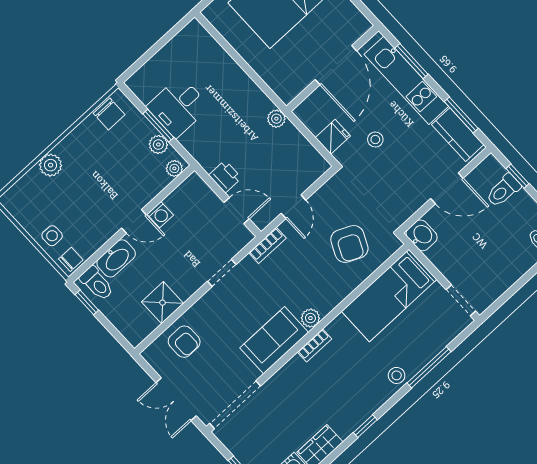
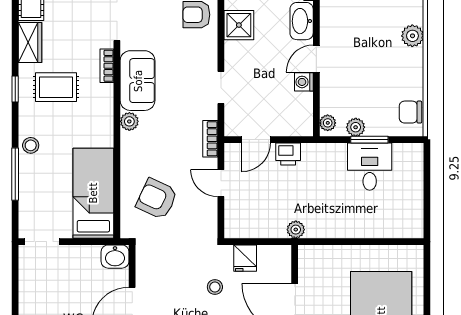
bookcase: (315, 345) -> (107, 66), moved
rug: (335, 397) -> (56, 87), added

